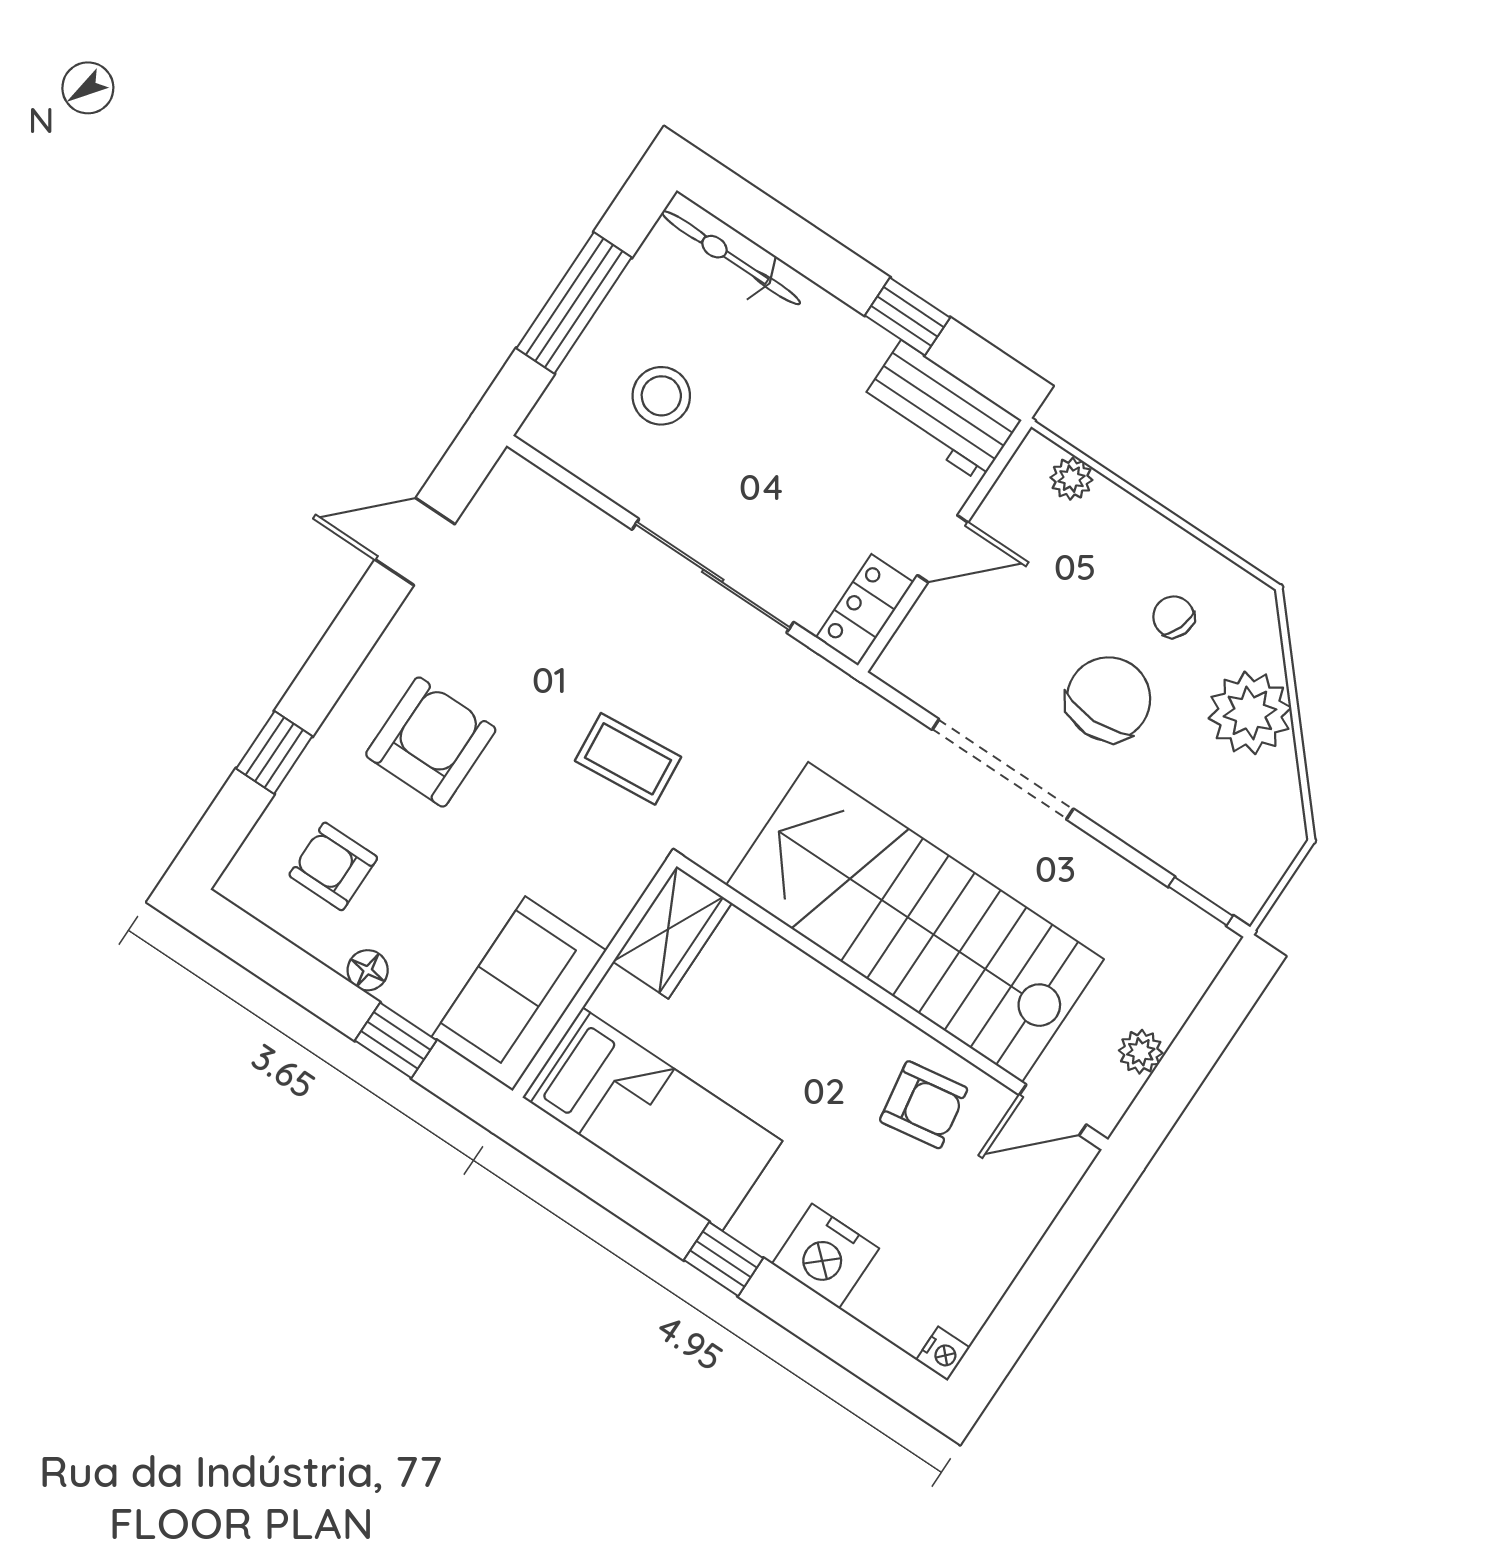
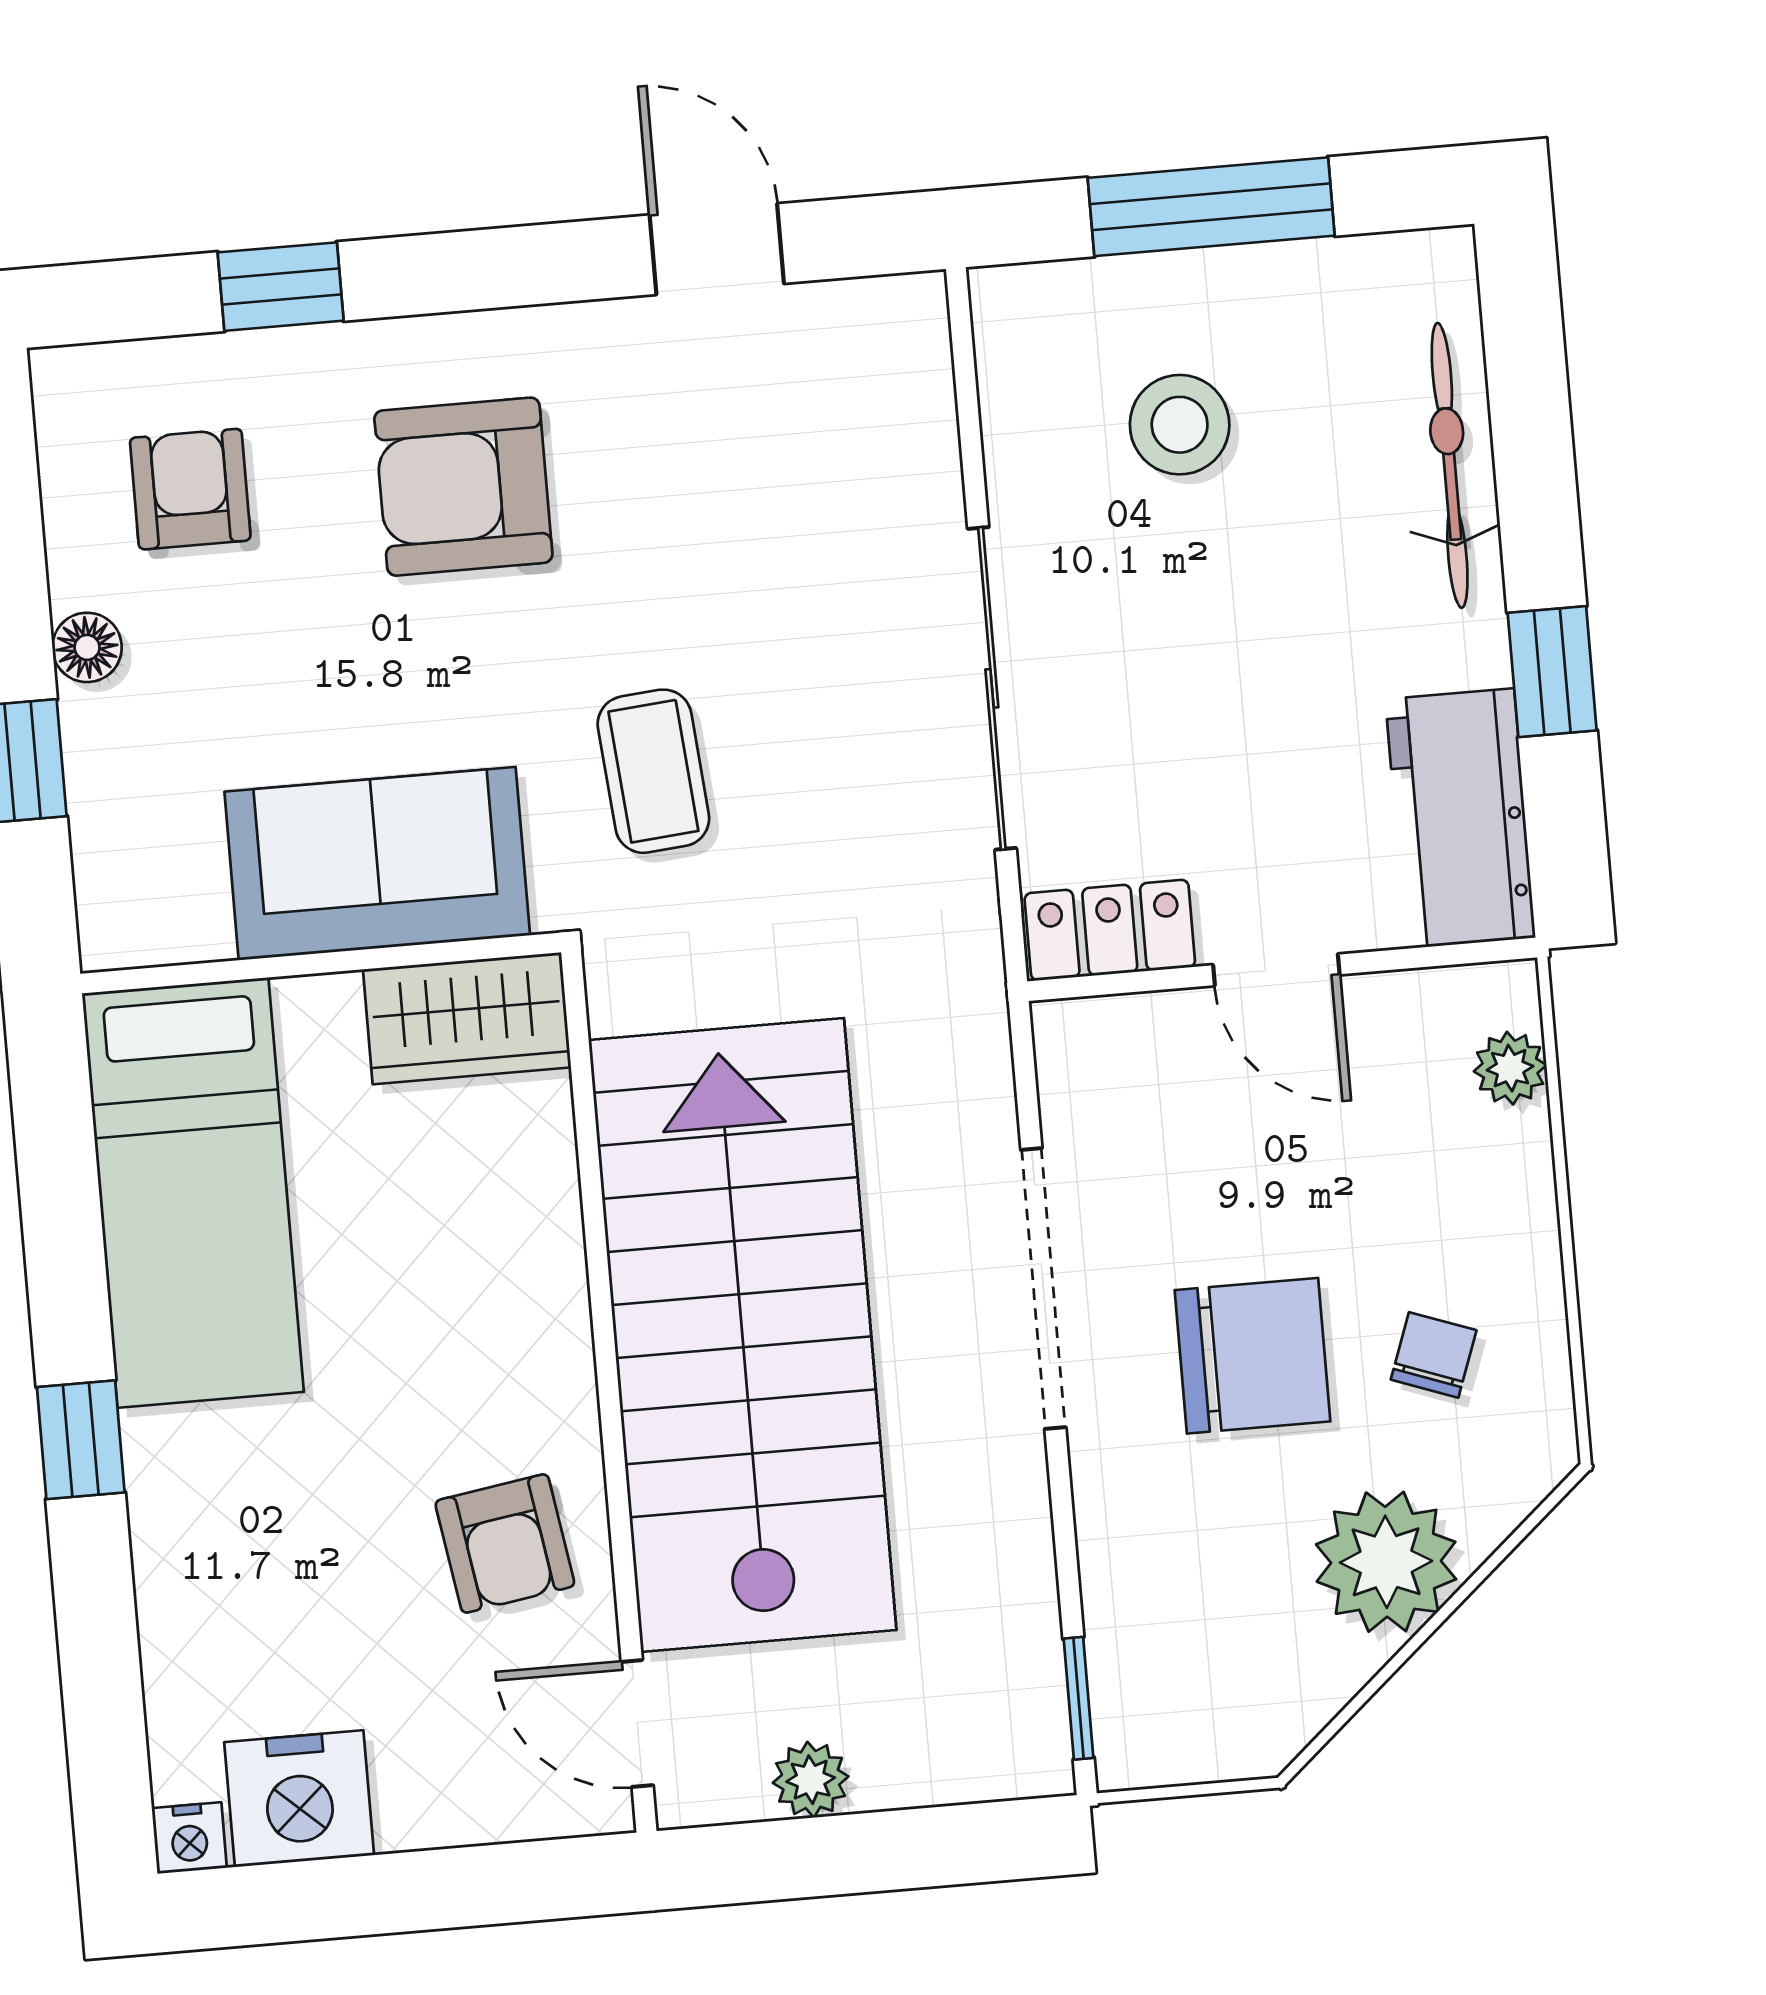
bicycle: (731, 258) -> (1450, 465), moved
armchair: (431, 742) -> (463, 487), turned 180
sofa: (519, 994) -> (377, 864), moved
nightstand: (825, 1256) -> (299, 1799), moved, turned -90

